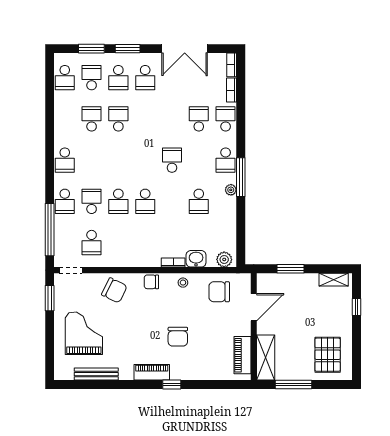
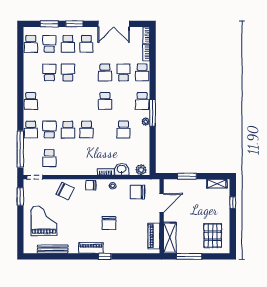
school desk: (172, 119) -> (105, 72), added
school desk: (226, 119) -> (142, 72), turned 180
school desk: (172, 160) -> (105, 101), turned 180

